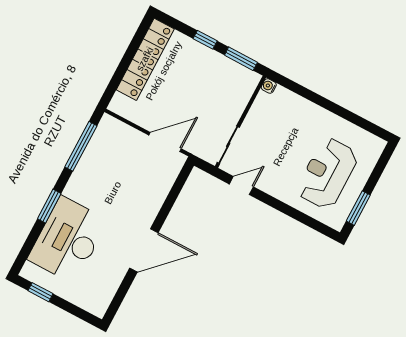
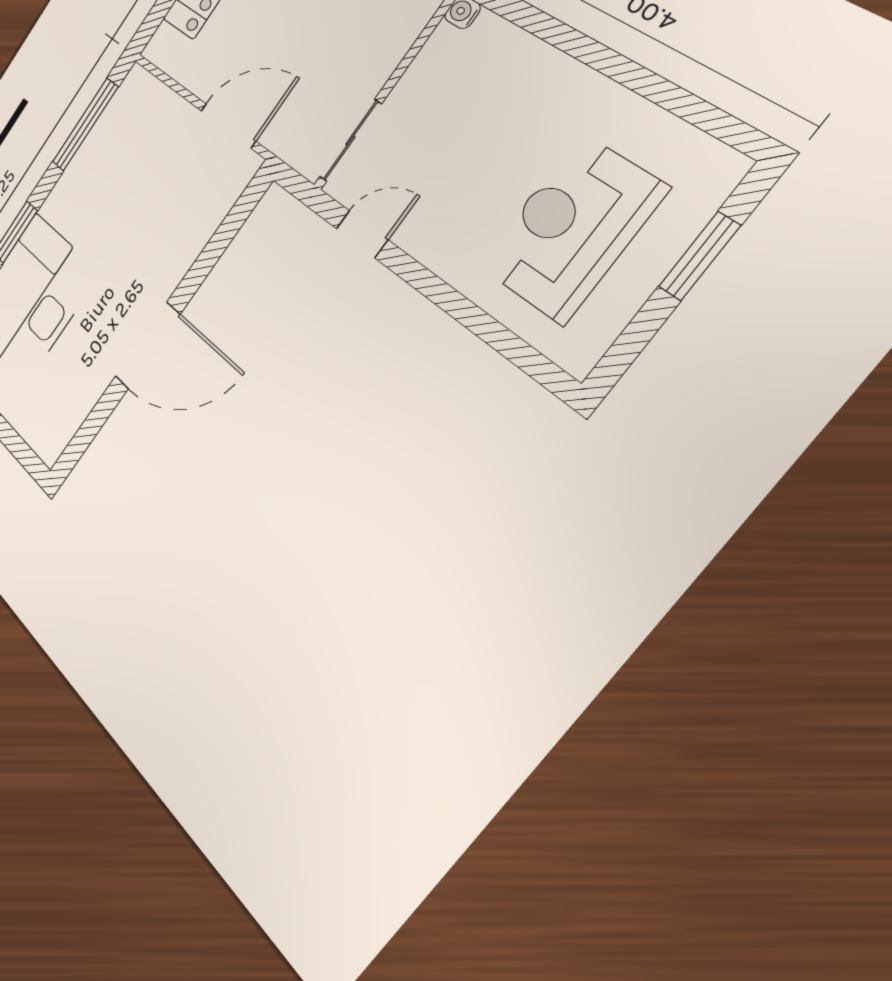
window: (358, 208) -> (699, 256), moved

